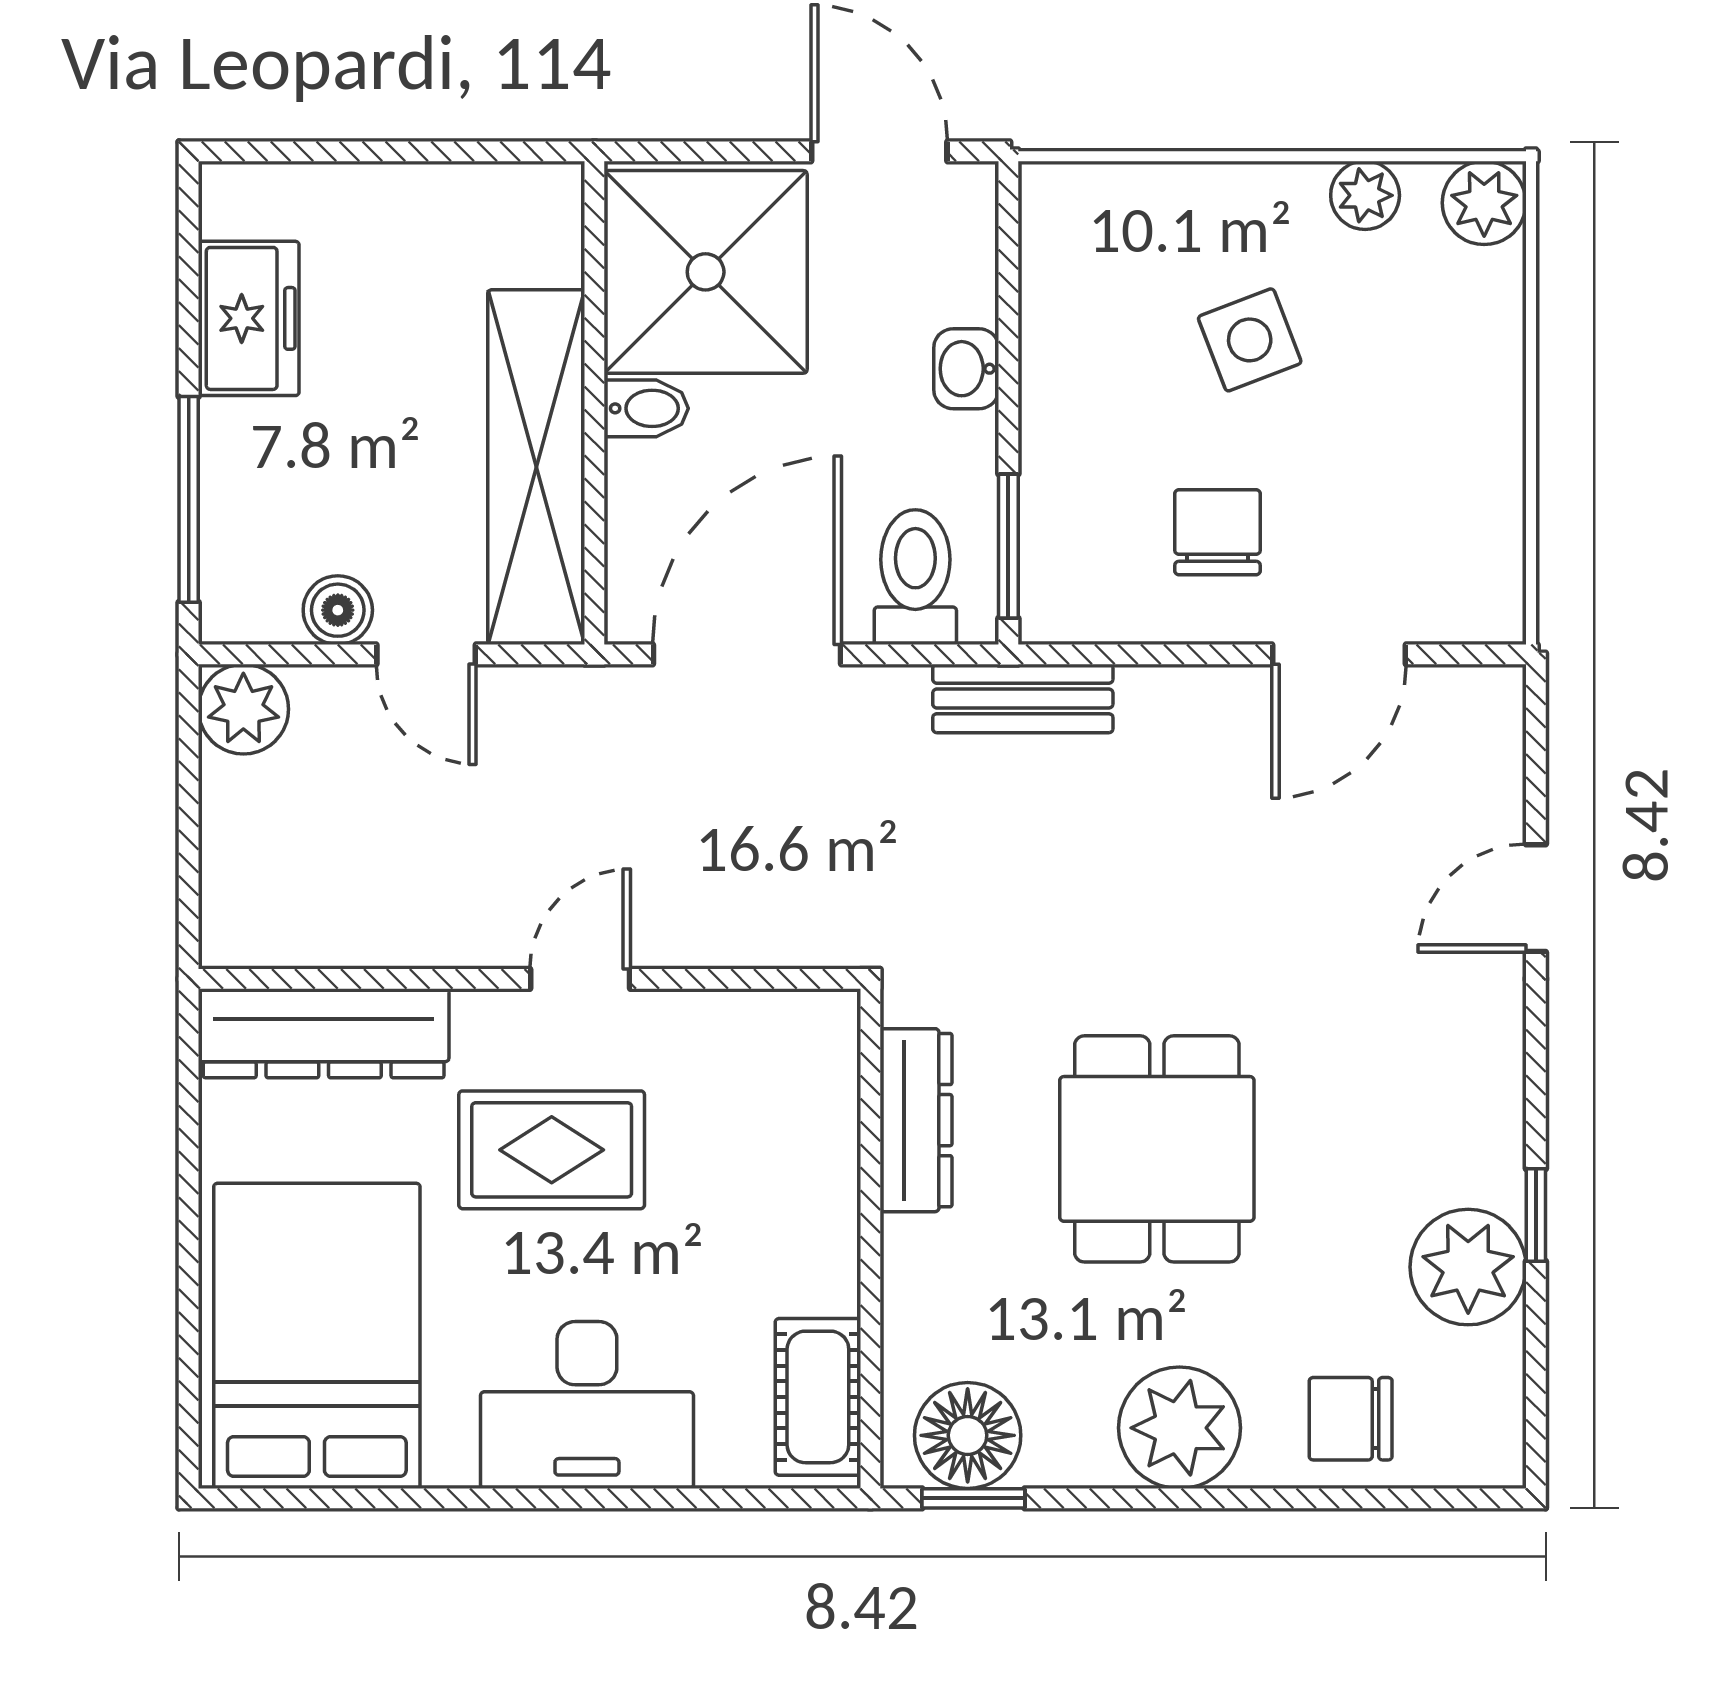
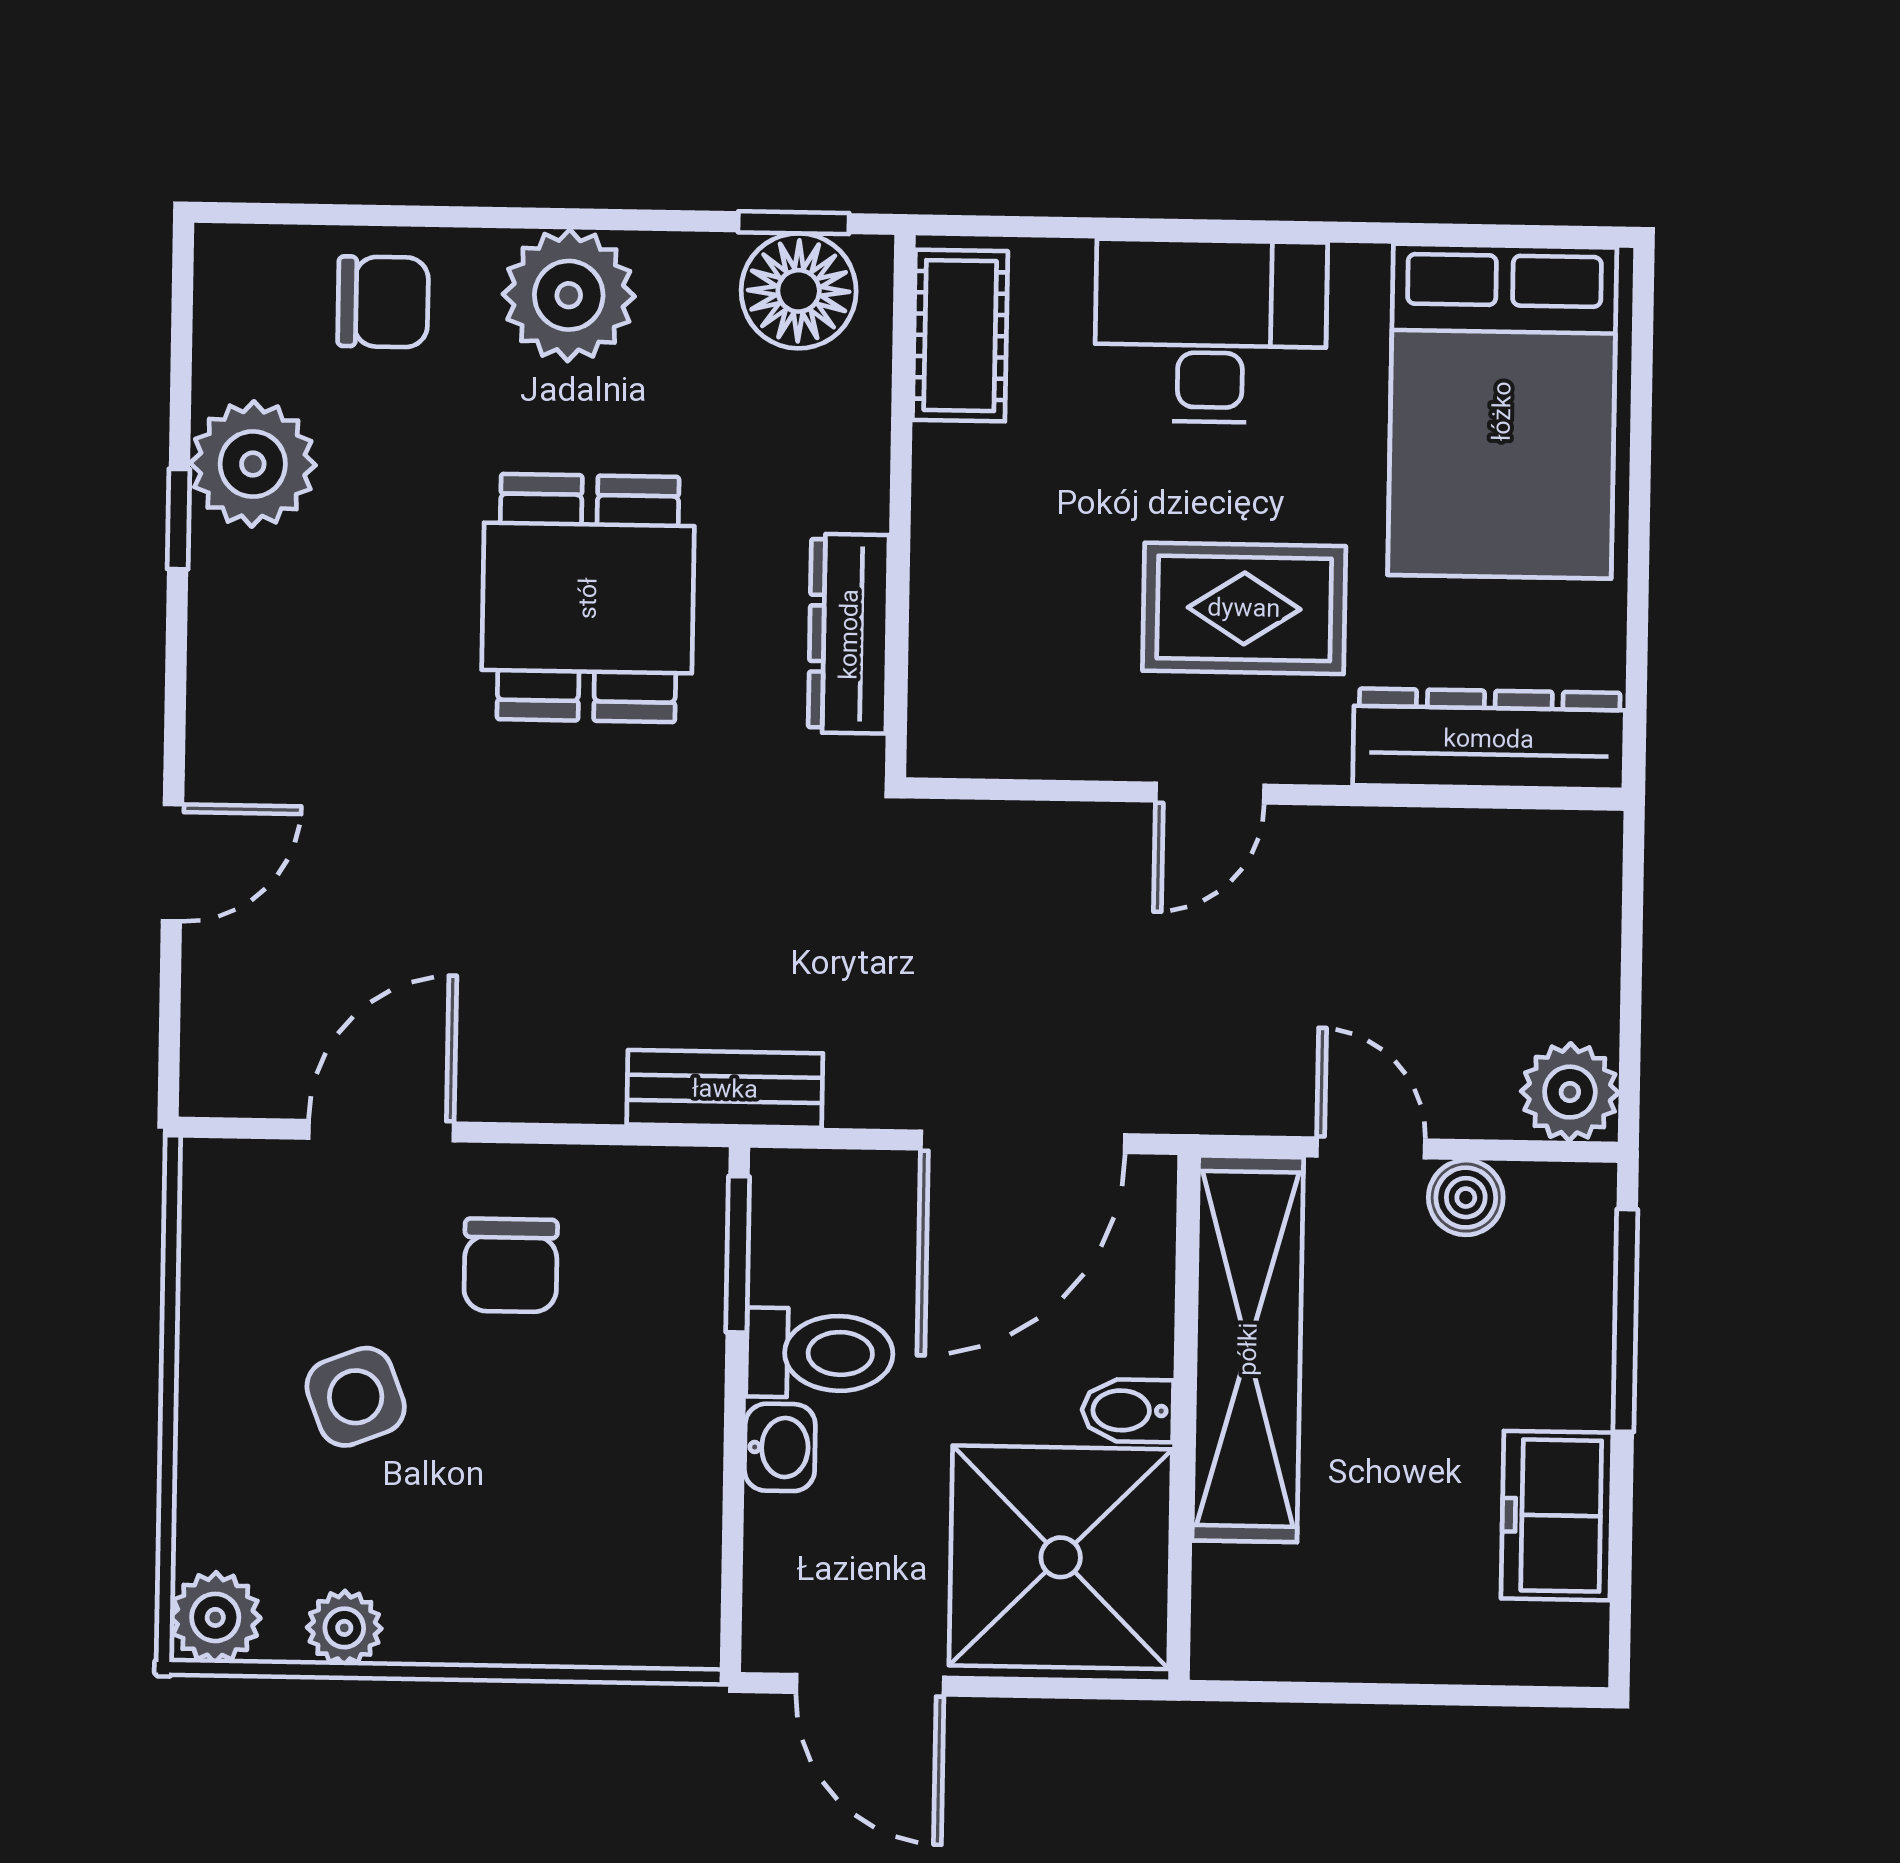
side table: (1250, 340) -> (356, 1397), moved
toilet: (915, 577) -> (820, 1353), moved, turned -90

